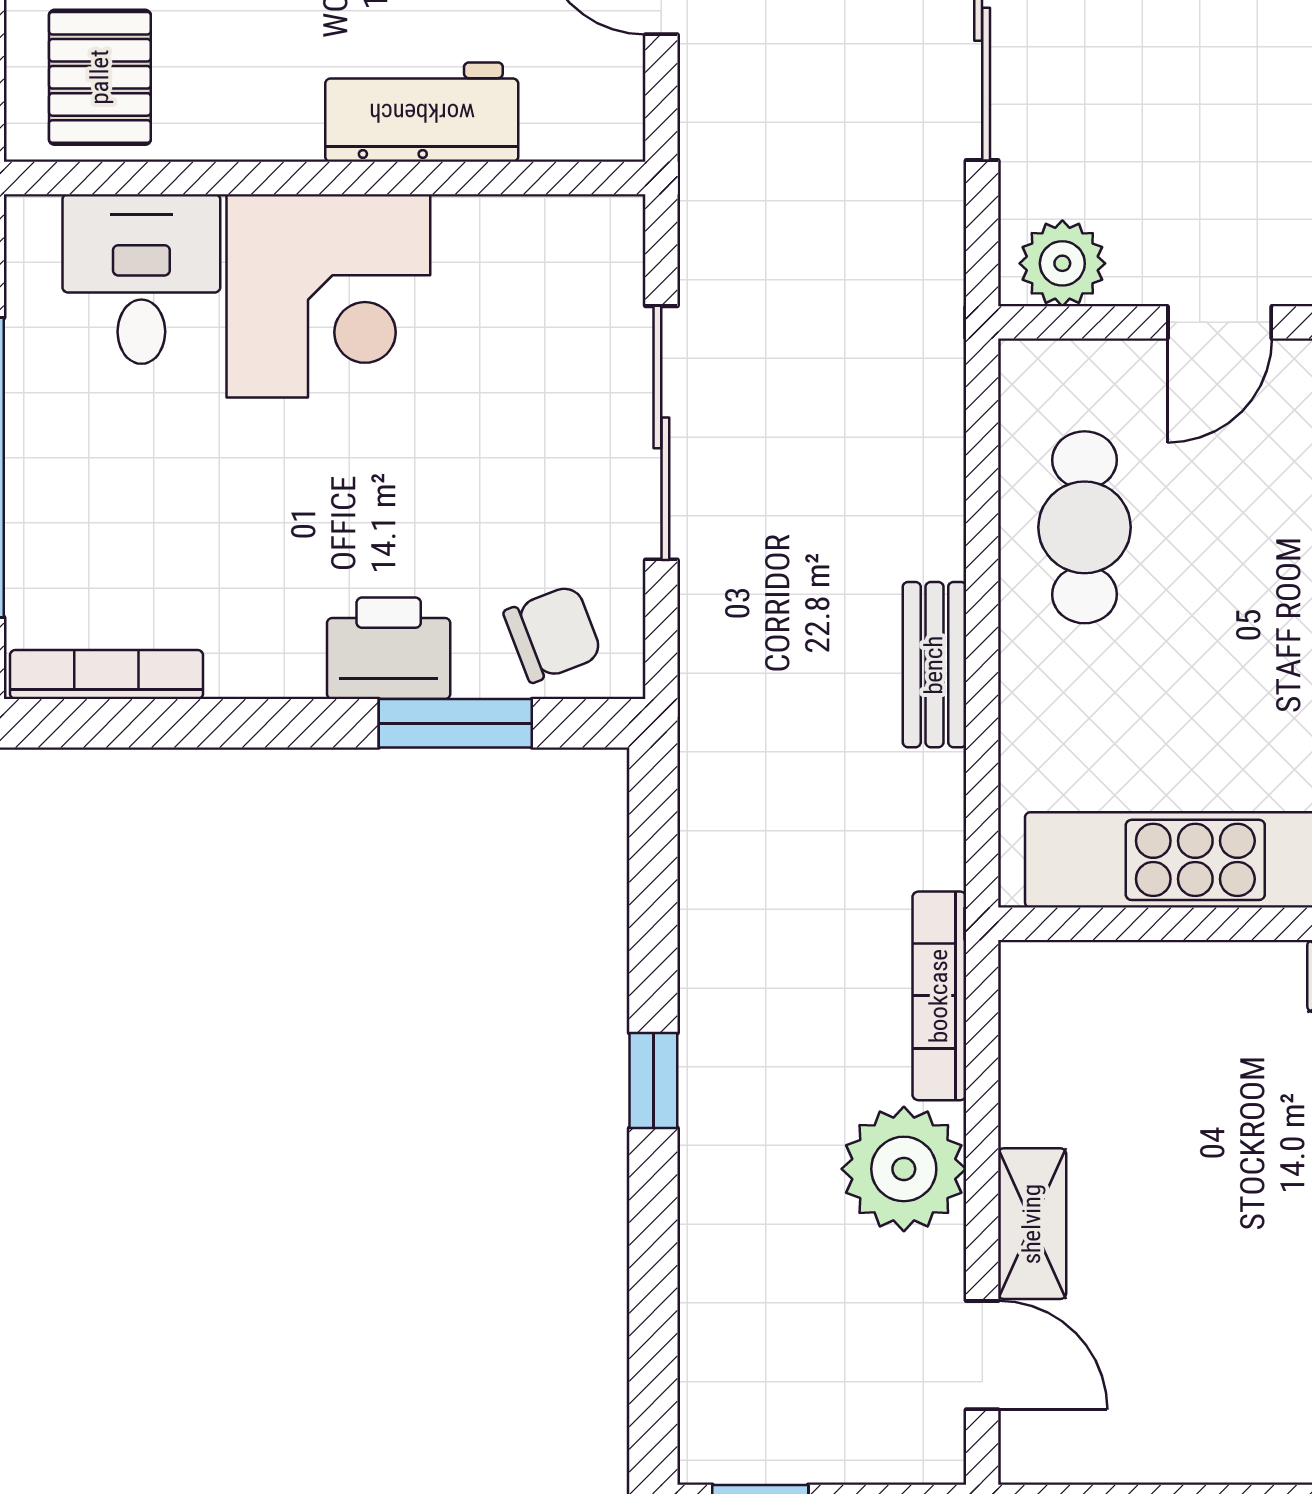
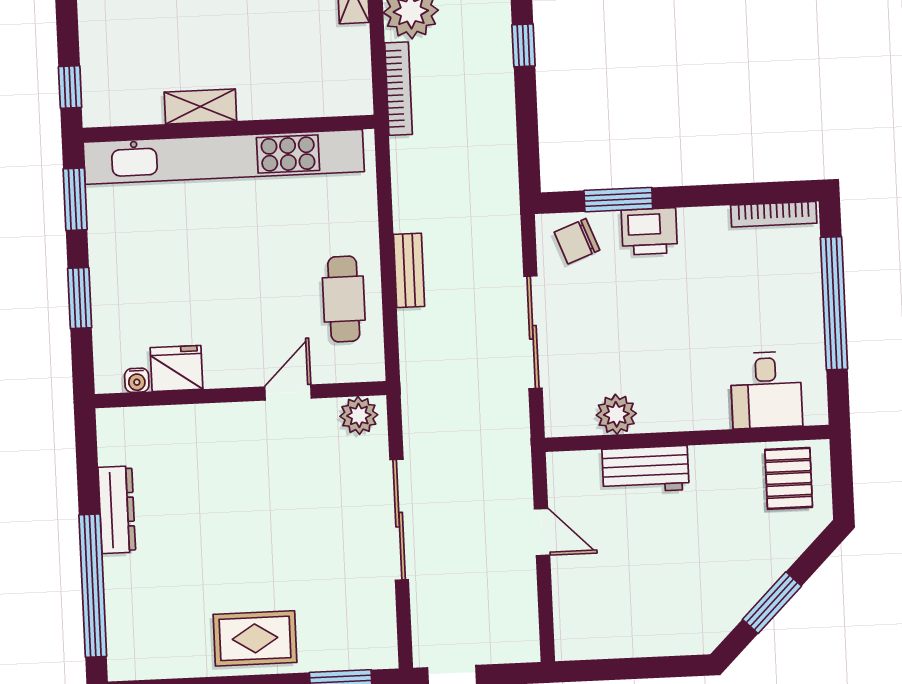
plant: (482, 239) -> (616, 414), added
corner desk: (328, 296) -> (683, 386), removed
bench: (934, 665) -> (409, 270), moved

